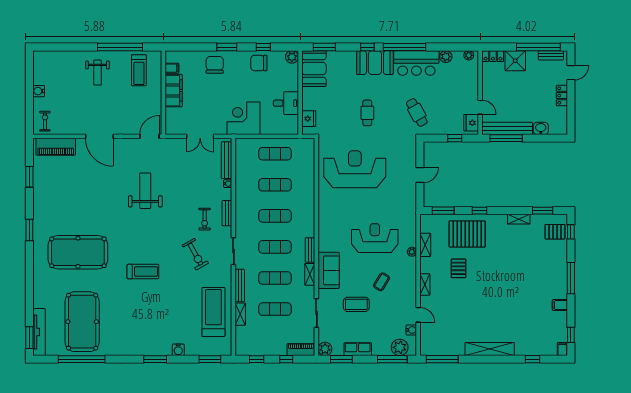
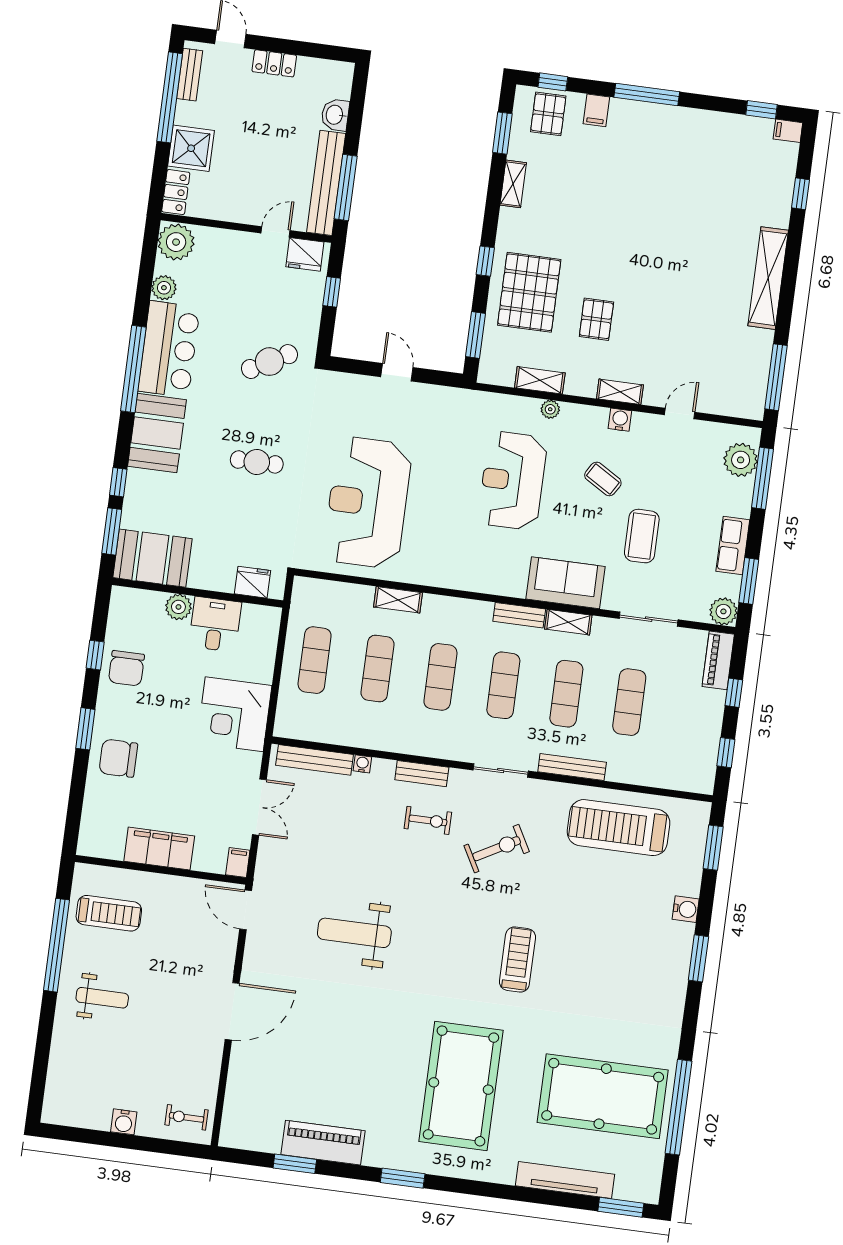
window: (367, 47) -> (118, 482), moved
plant: (469, 55) -> (176, 242), width x1.87, depth x1.87
plant: (292, 57) -> (178, 607), moved
filing cabinet: (172, 68) -> (238, 862), moved
piano: (56, 147) -> (323, 1143), moved, turned -90
pallet: (459, 268) -> (596, 319), turned 90
filing cabinet: (560, 305) -> (596, 110), moved
shelving: (240, 314) -> (398, 600), moved
water cooler: (411, 330) -> (620, 420), moved
tv unit: (39, 332) -> (565, 1180), moved

